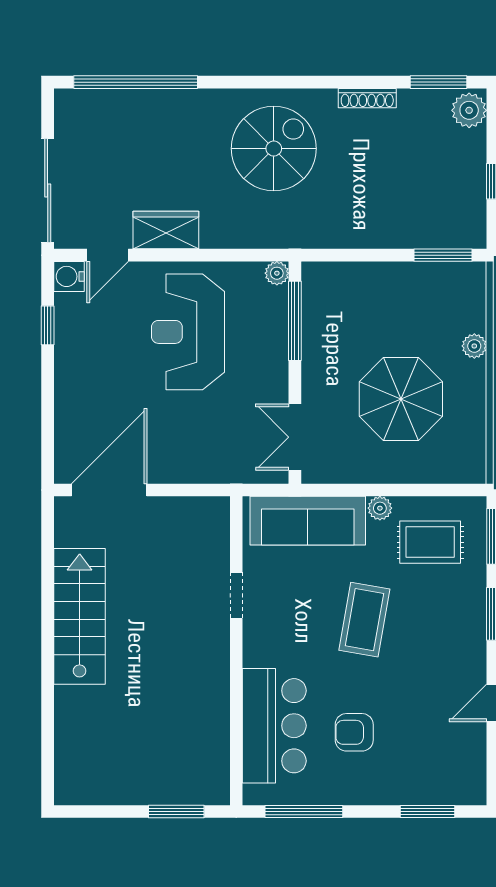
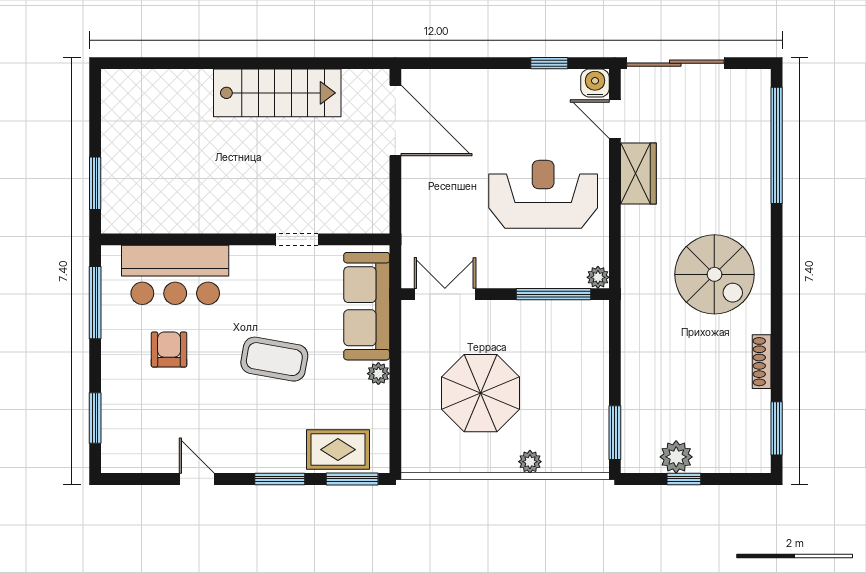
plant: (469, 110) -> (676, 457), moved
rug: (430, 542) -> (338, 450), moved, turned 90

